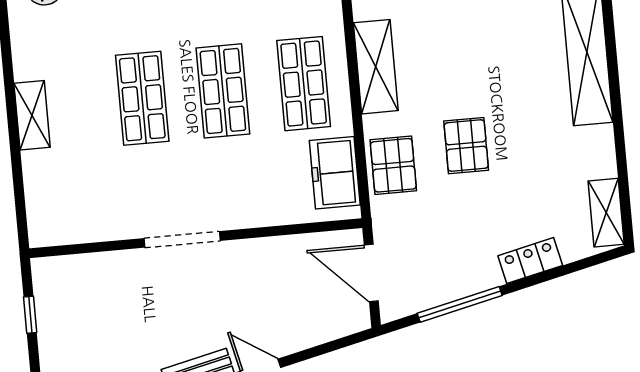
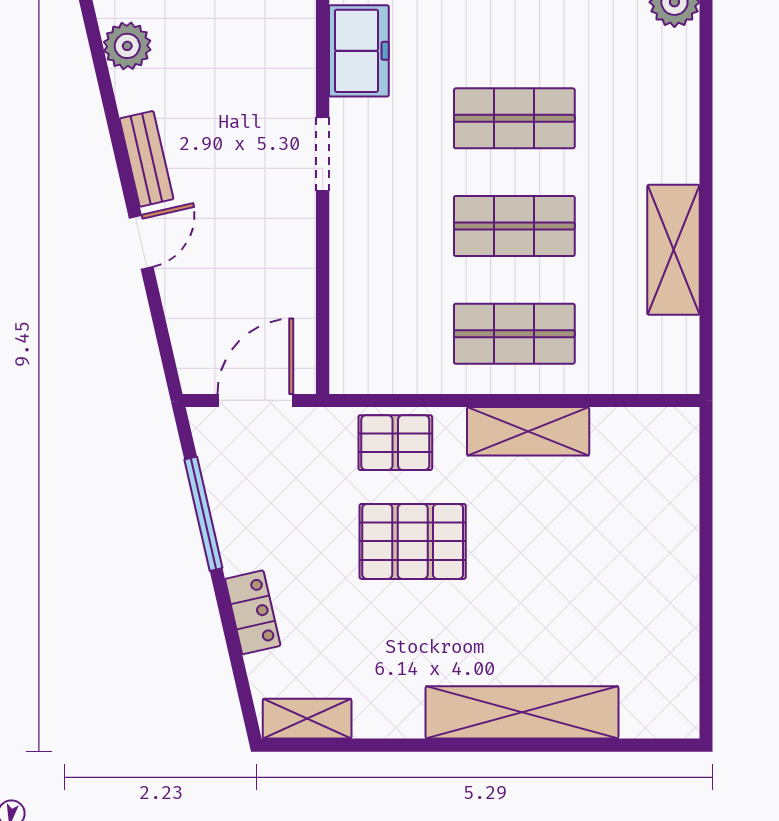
pallet: (466, 146) -> (413, 541), width x1.50, depth x1.42
freezer: (335, 173) -> (359, 51), moved, turned 90
doorway: (182, 239) -> (323, 154), width x0.73

